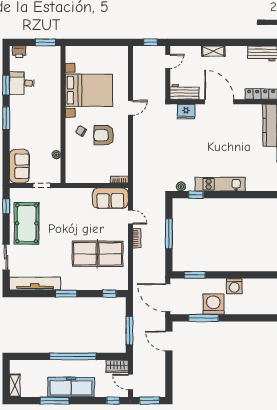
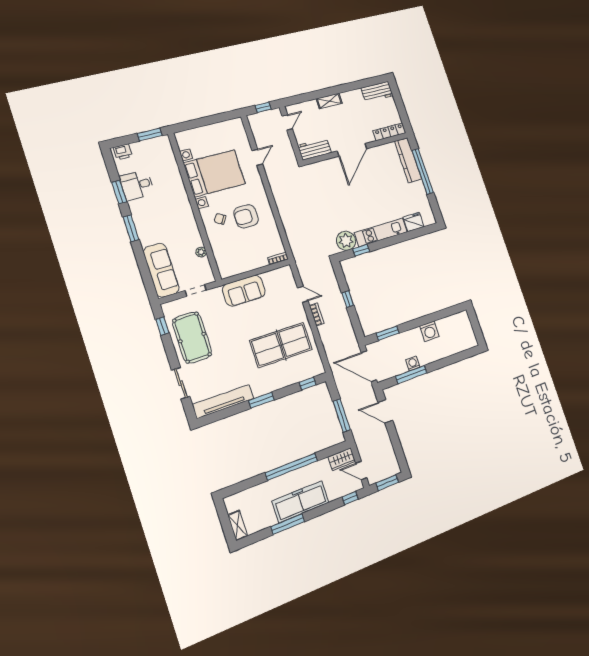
door: (219, 102) -> (352, 150), swing flipped
door: (131, 108) -> (257, 157), moved
fridge: (186, 111) -> (414, 222), moved, turned 180
sofa: (19, 166) -> (161, 270), width x1.36
plant: (181, 186) -> (346, 241), width x1.88, depth x1.88
sofa: (110, 198) -> (244, 291), moved
window: (169, 234) -> (348, 299), width x0.46
washing machine: (213, 304) -> (413, 363), width x0.53, depth x0.53

